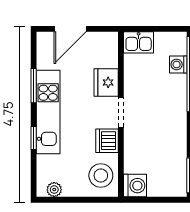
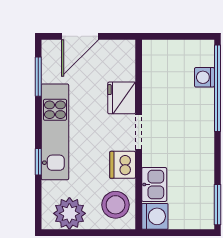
kitchen sink: (139, 42) -> (154, 184), moved, turned -90
window: (34, 86) -> (38, 77), moved
plant: (54, 190) -> (69, 213), width x1.87, depth x1.87

